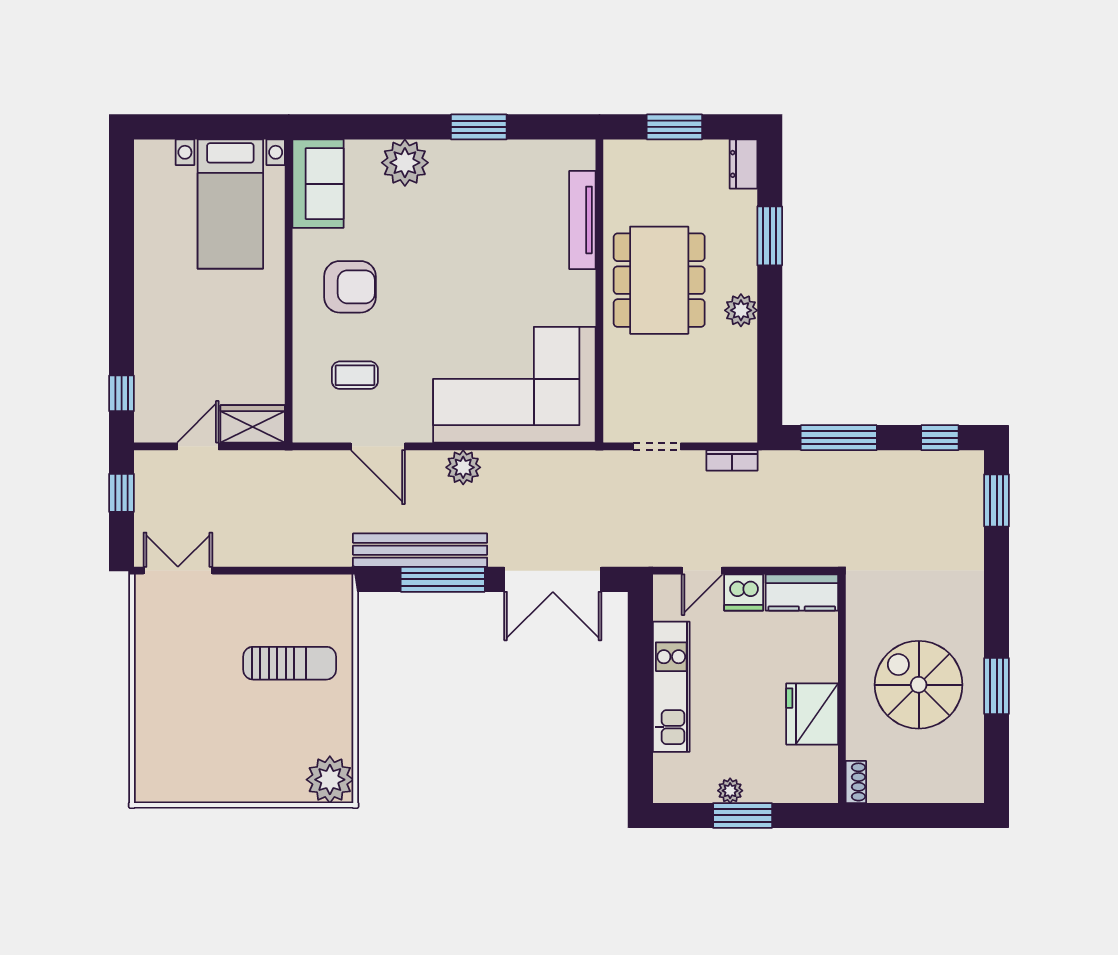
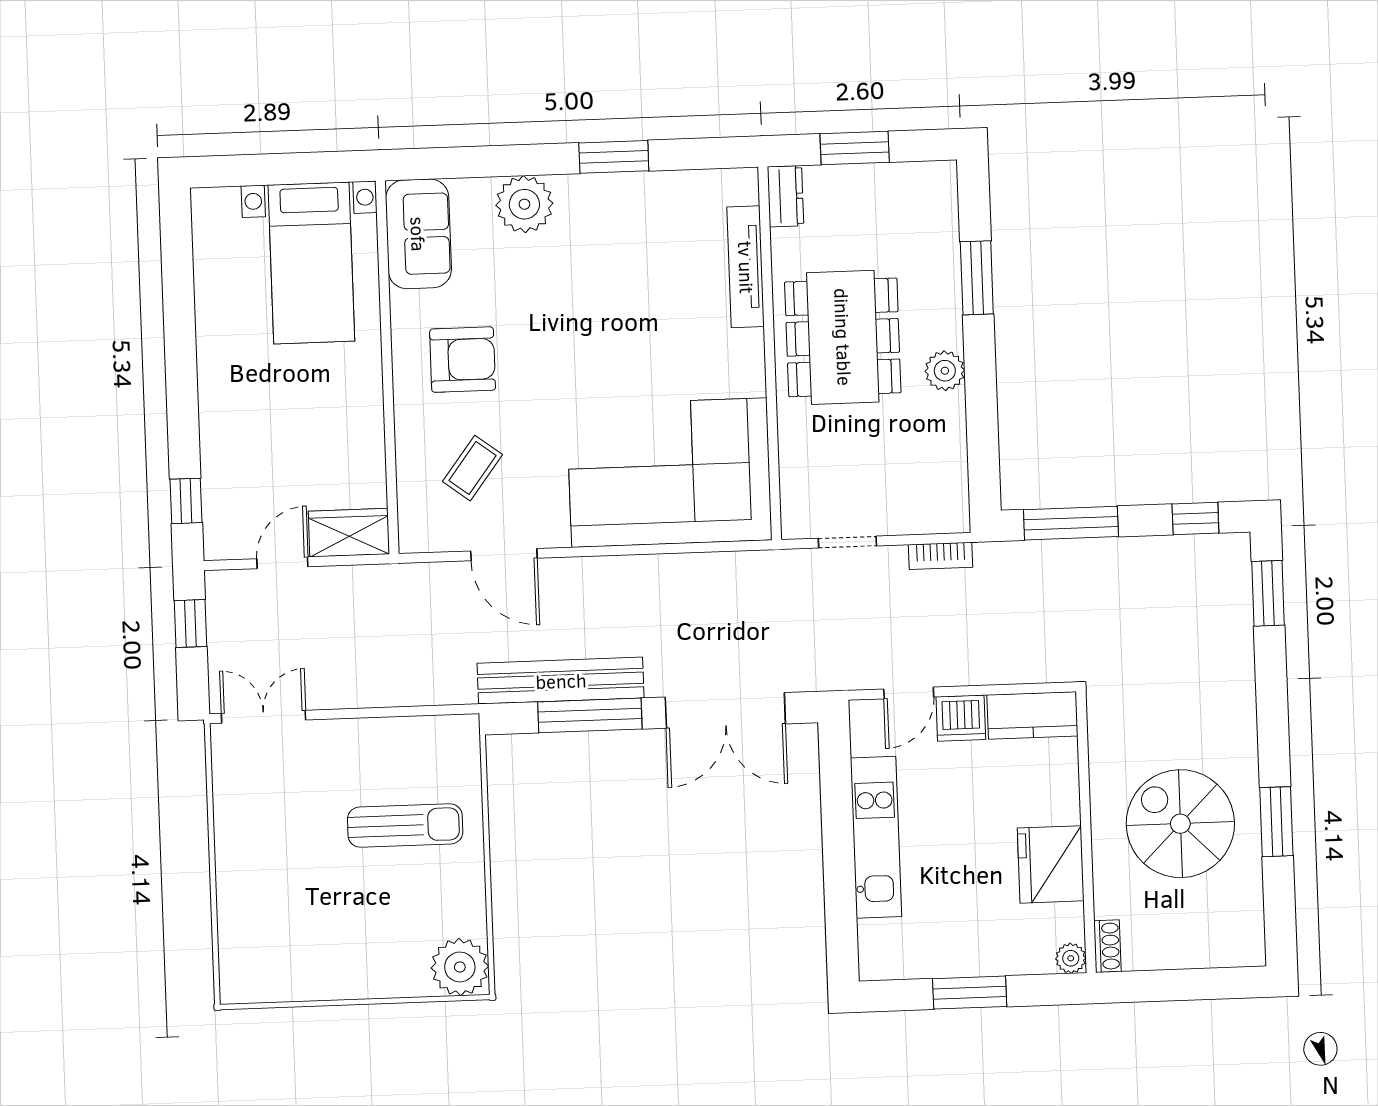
dresser: (743, 164) -> (786, 196), moved, turned 180
coffee table: (355, 375) -> (472, 468), turned -53
plant: (463, 467) -> (610, 577), removed
plant: (730, 791) -> (1071, 958), moved

